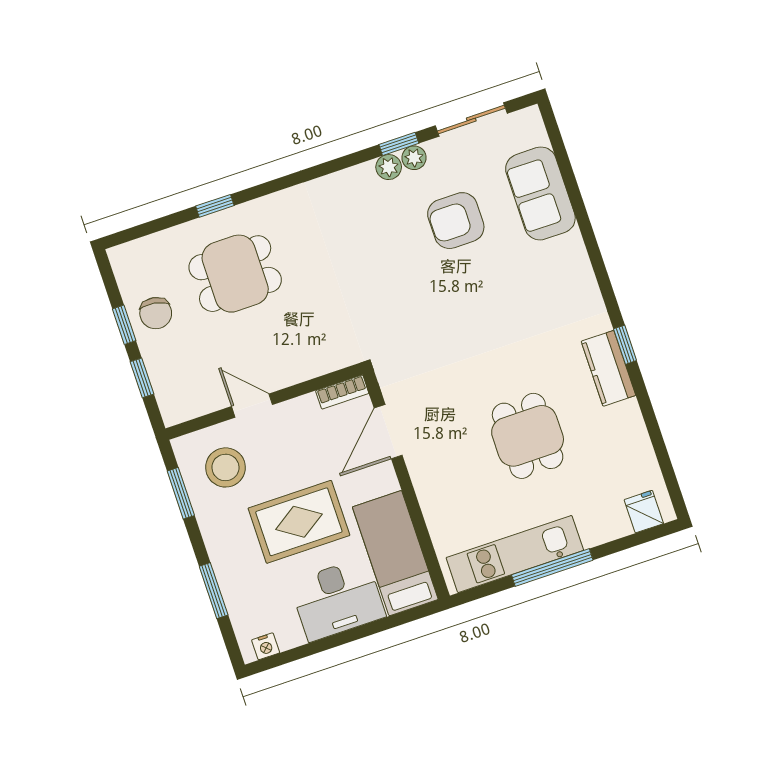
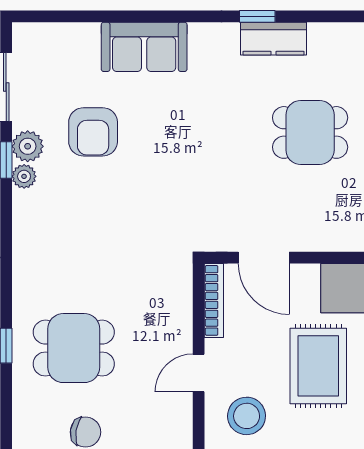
plant: (414, 158) -> (28, 146), width x1.38, depth x1.38
sofa: (540, 193) -> (144, 47), moved
dining table: (235, 274) -> (74, 348), turned 90
bookcase: (342, 392) -> (214, 300), width x1.56

